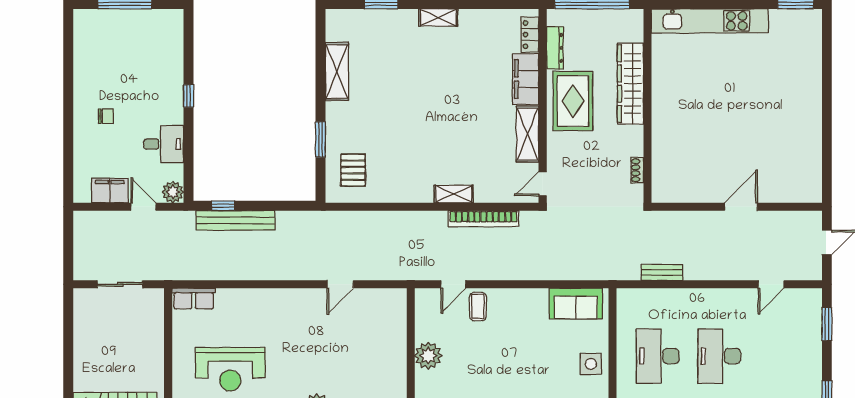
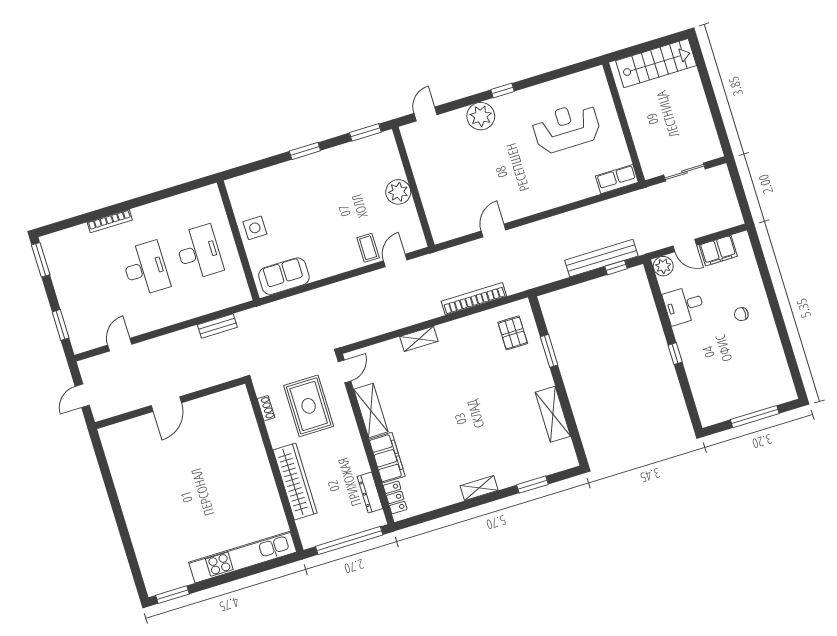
rug: (573, 101) -> (309, 406), moved
bookcase: (484, 219) -> (474, 299), moved

